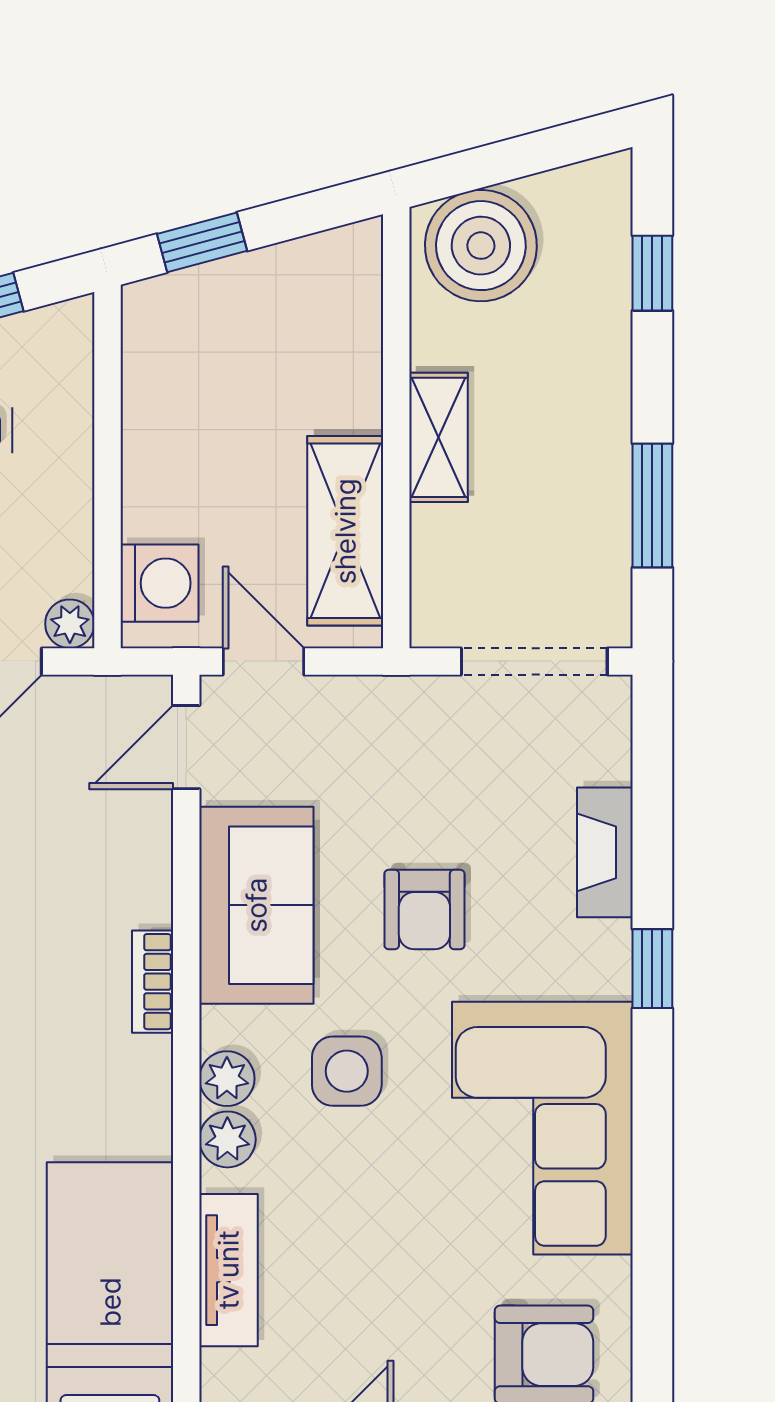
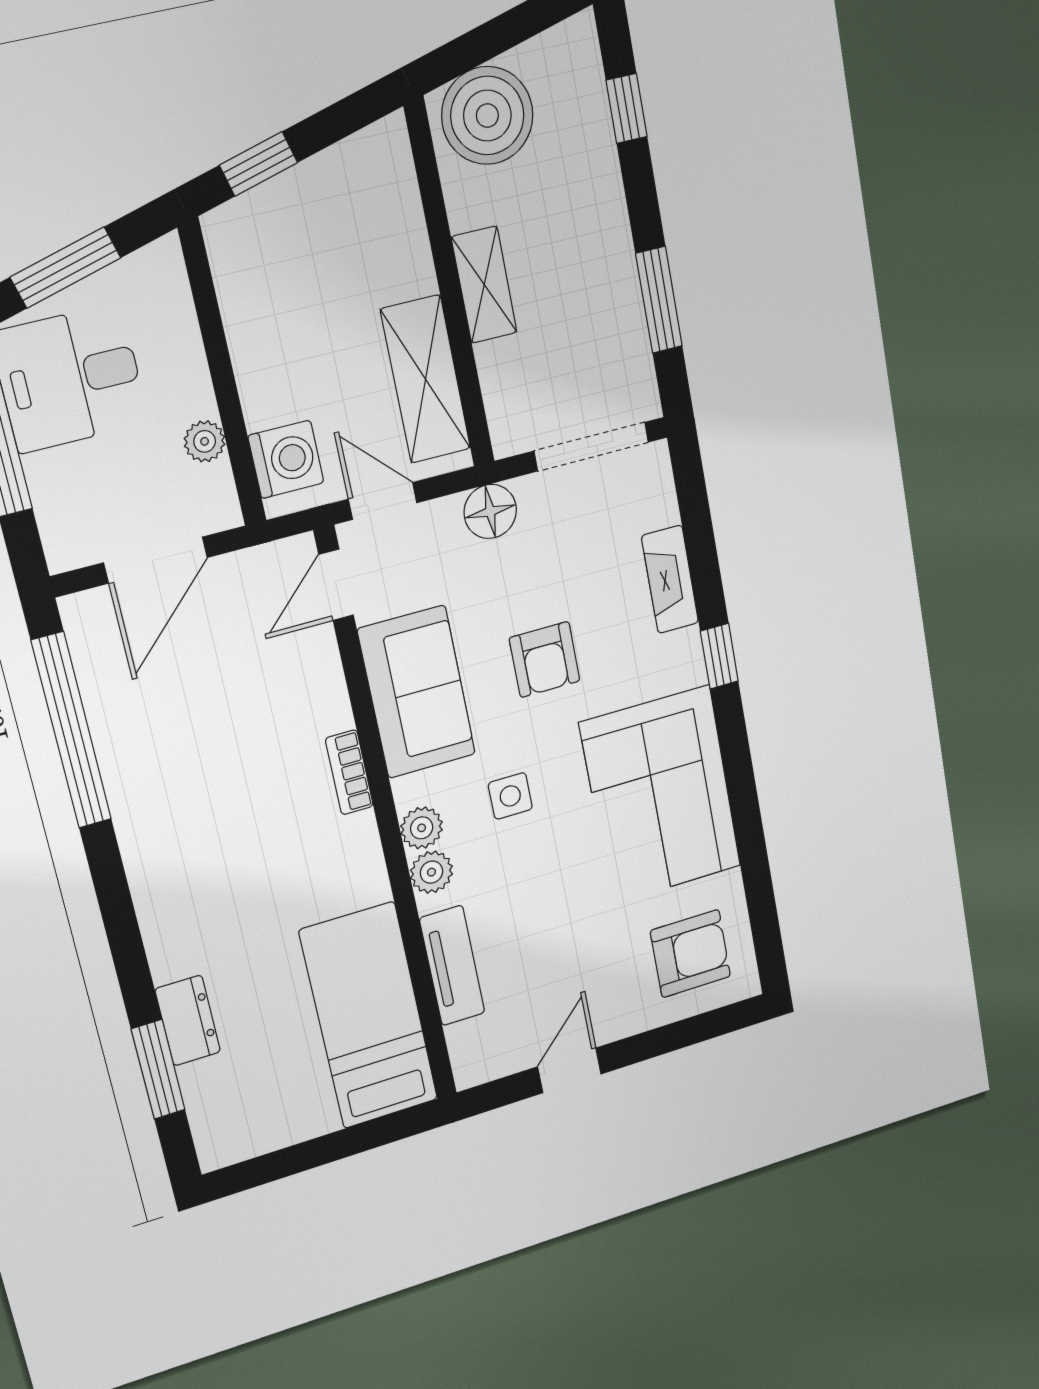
plant: (70, 624) -> (205, 441), moved
floor lamp: (392, 708) -> (490, 511), added
side table: (347, 1071) -> (510, 796), width x0.73, depth x0.73

